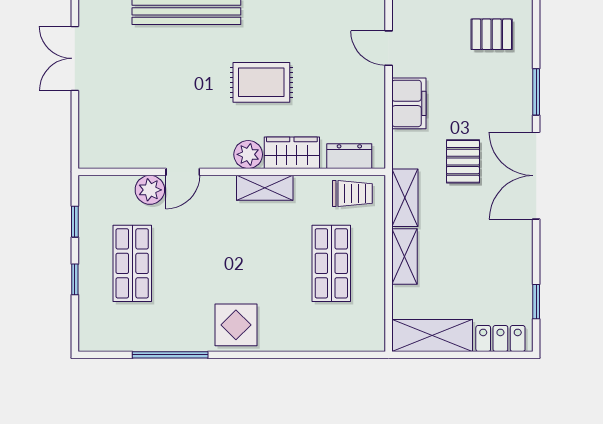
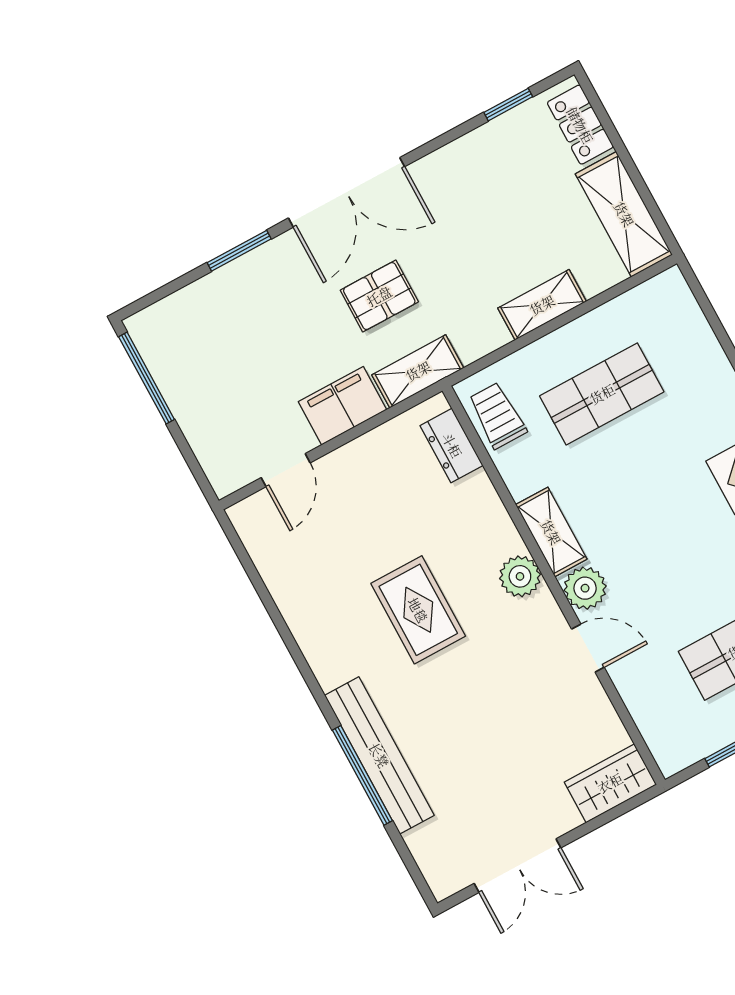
pallet: (492, 34) -> (196, 348), removed
wardrobe: (292, 153) -> (610, 783), moved, turned 90
plant: (150, 190) -> (585, 588), moved
shelving: (405, 198) -> (418, 371), moved

